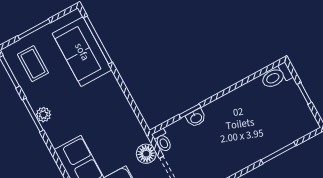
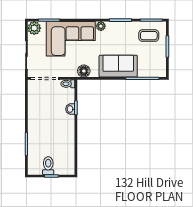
sofa: (82, 52) -> (118, 66), moved
toilet: (276, 76) -> (48, 166), moved
plant: (43, 115) -> (101, 26), moved
floor lamp: (146, 154) -> (84, 71), moved

